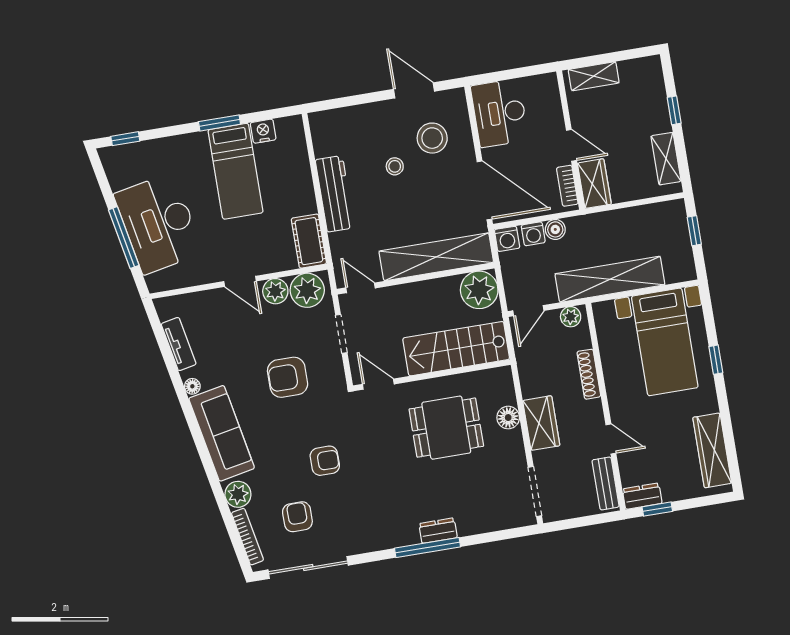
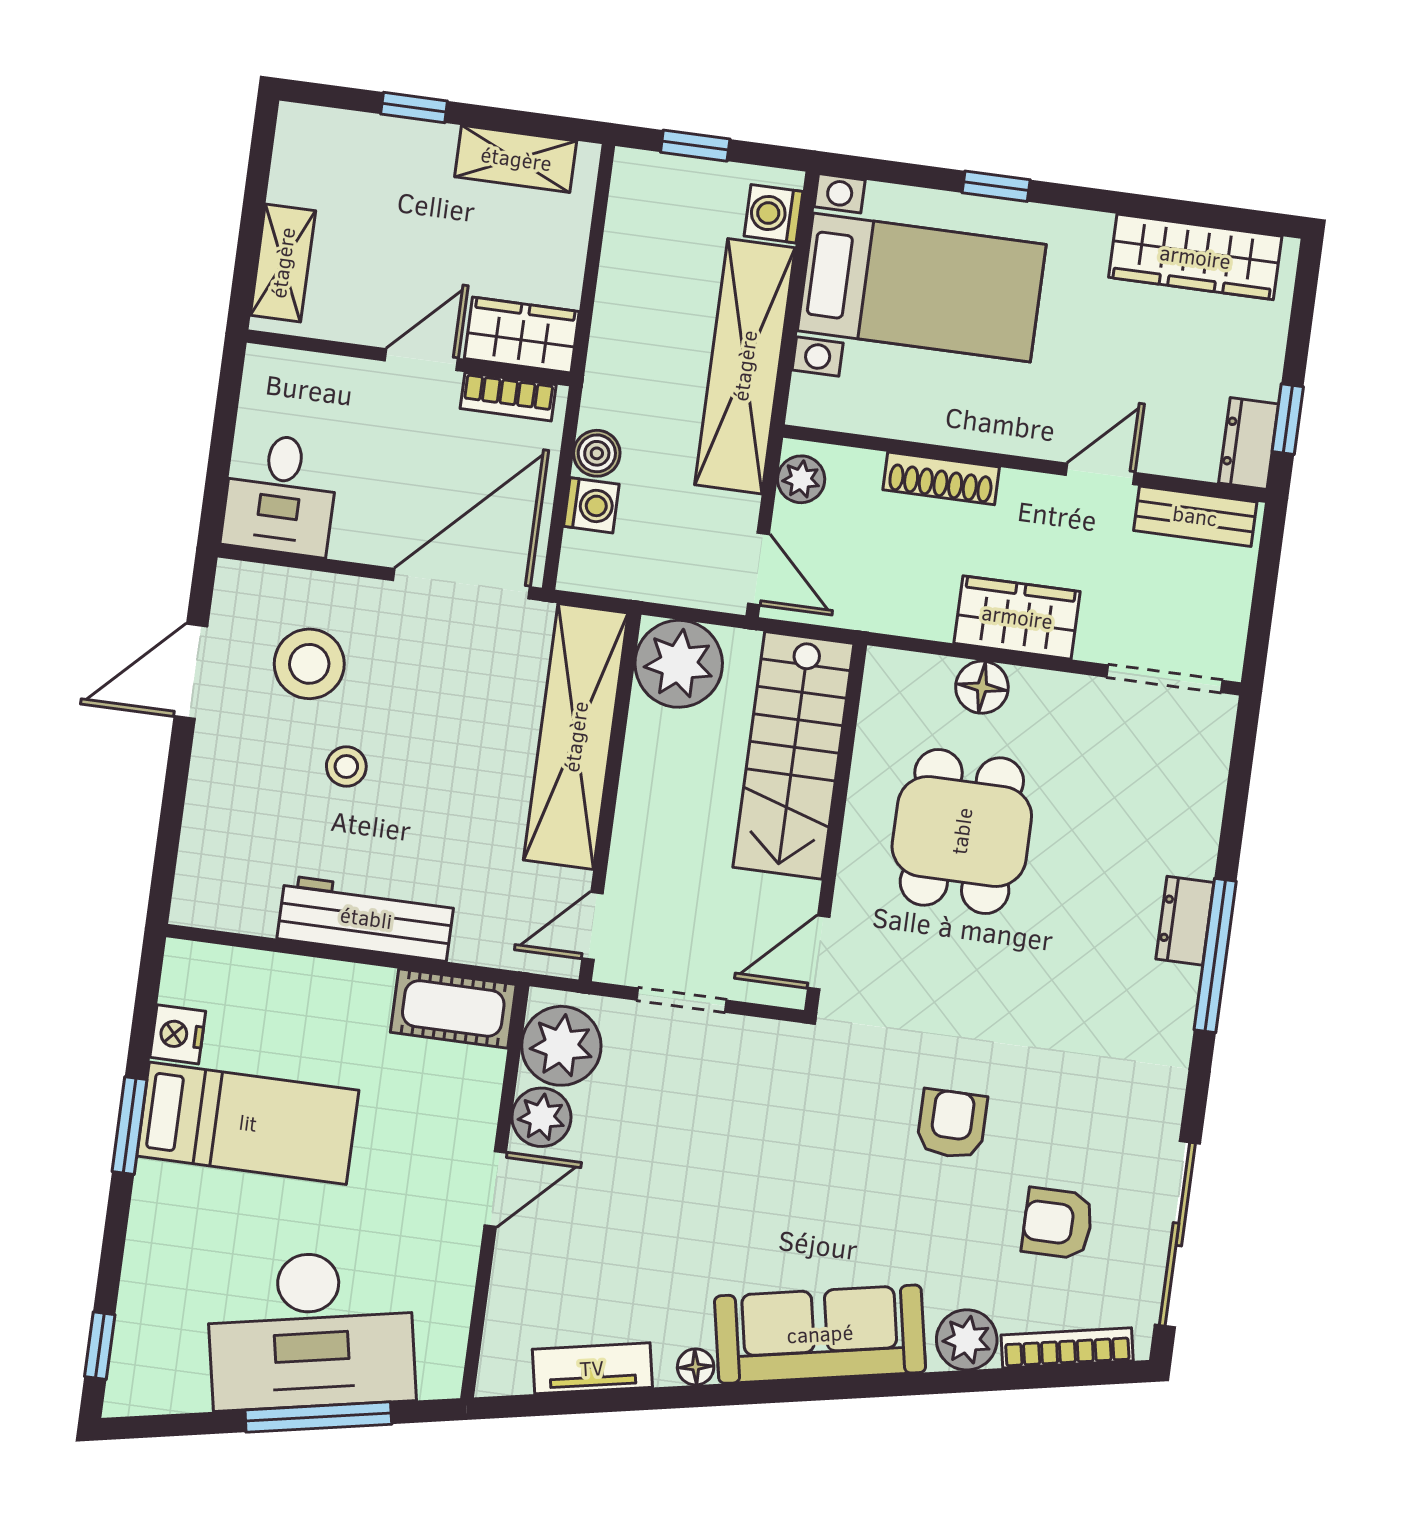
desk: (500, 113) -> (280, 494), width x0.73
washing machine: (507, 239) -> (773, 214), moved, turned 180
armchair: (288, 377) -> (741, 1149), removed

